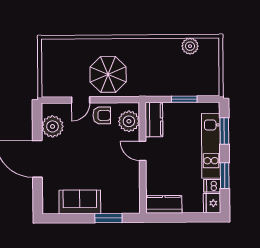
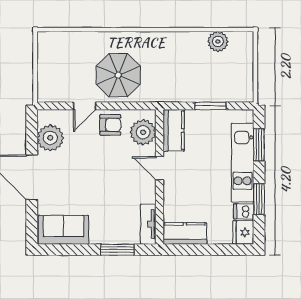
tv unit: (134, 197) -> (148, 224), added
sofa: (80, 202) -> (63, 230), moved

